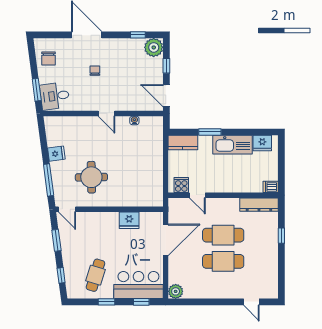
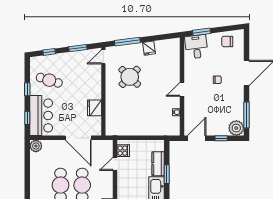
window: (138, 35) -> (247, 115), width x2.17
kitchen counter: (183, 143) -> (158, 164), moved
round table: (91, 177) -> (130, 77), turned 45

